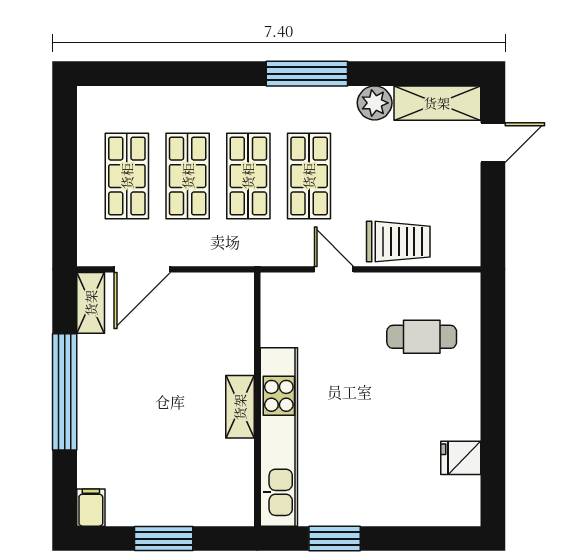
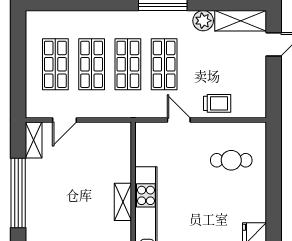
trolley: (398, 242) -> (217, 103), width x0.73, depth x0.72
door: (142, 269) -> (64, 120), width x0.73

